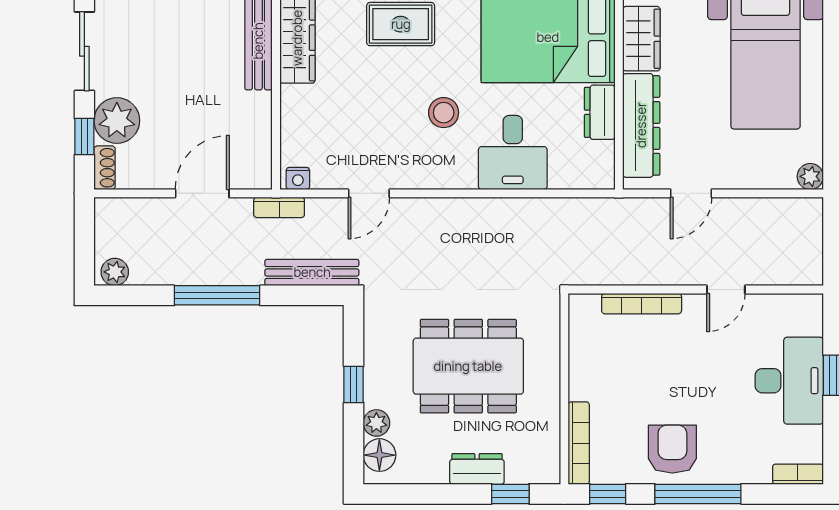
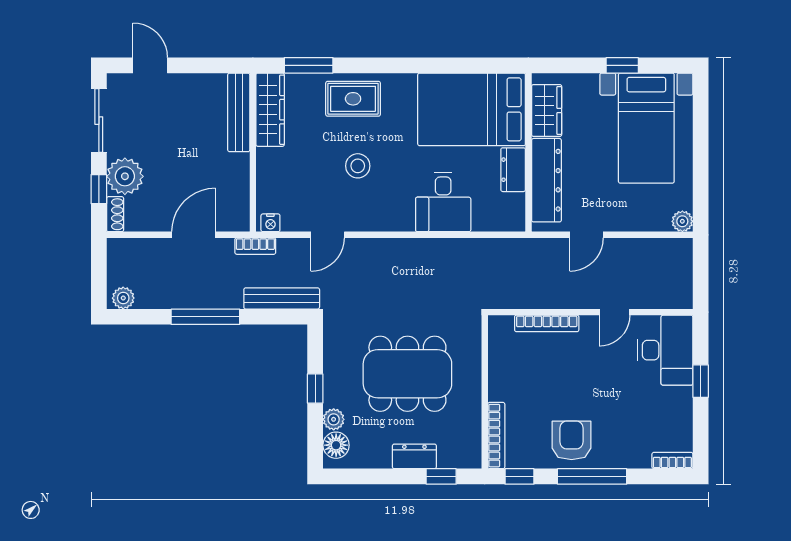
stool: (444, 113) -> (358, 166), moved
desk: (789, 381) -> (665, 350), moved

